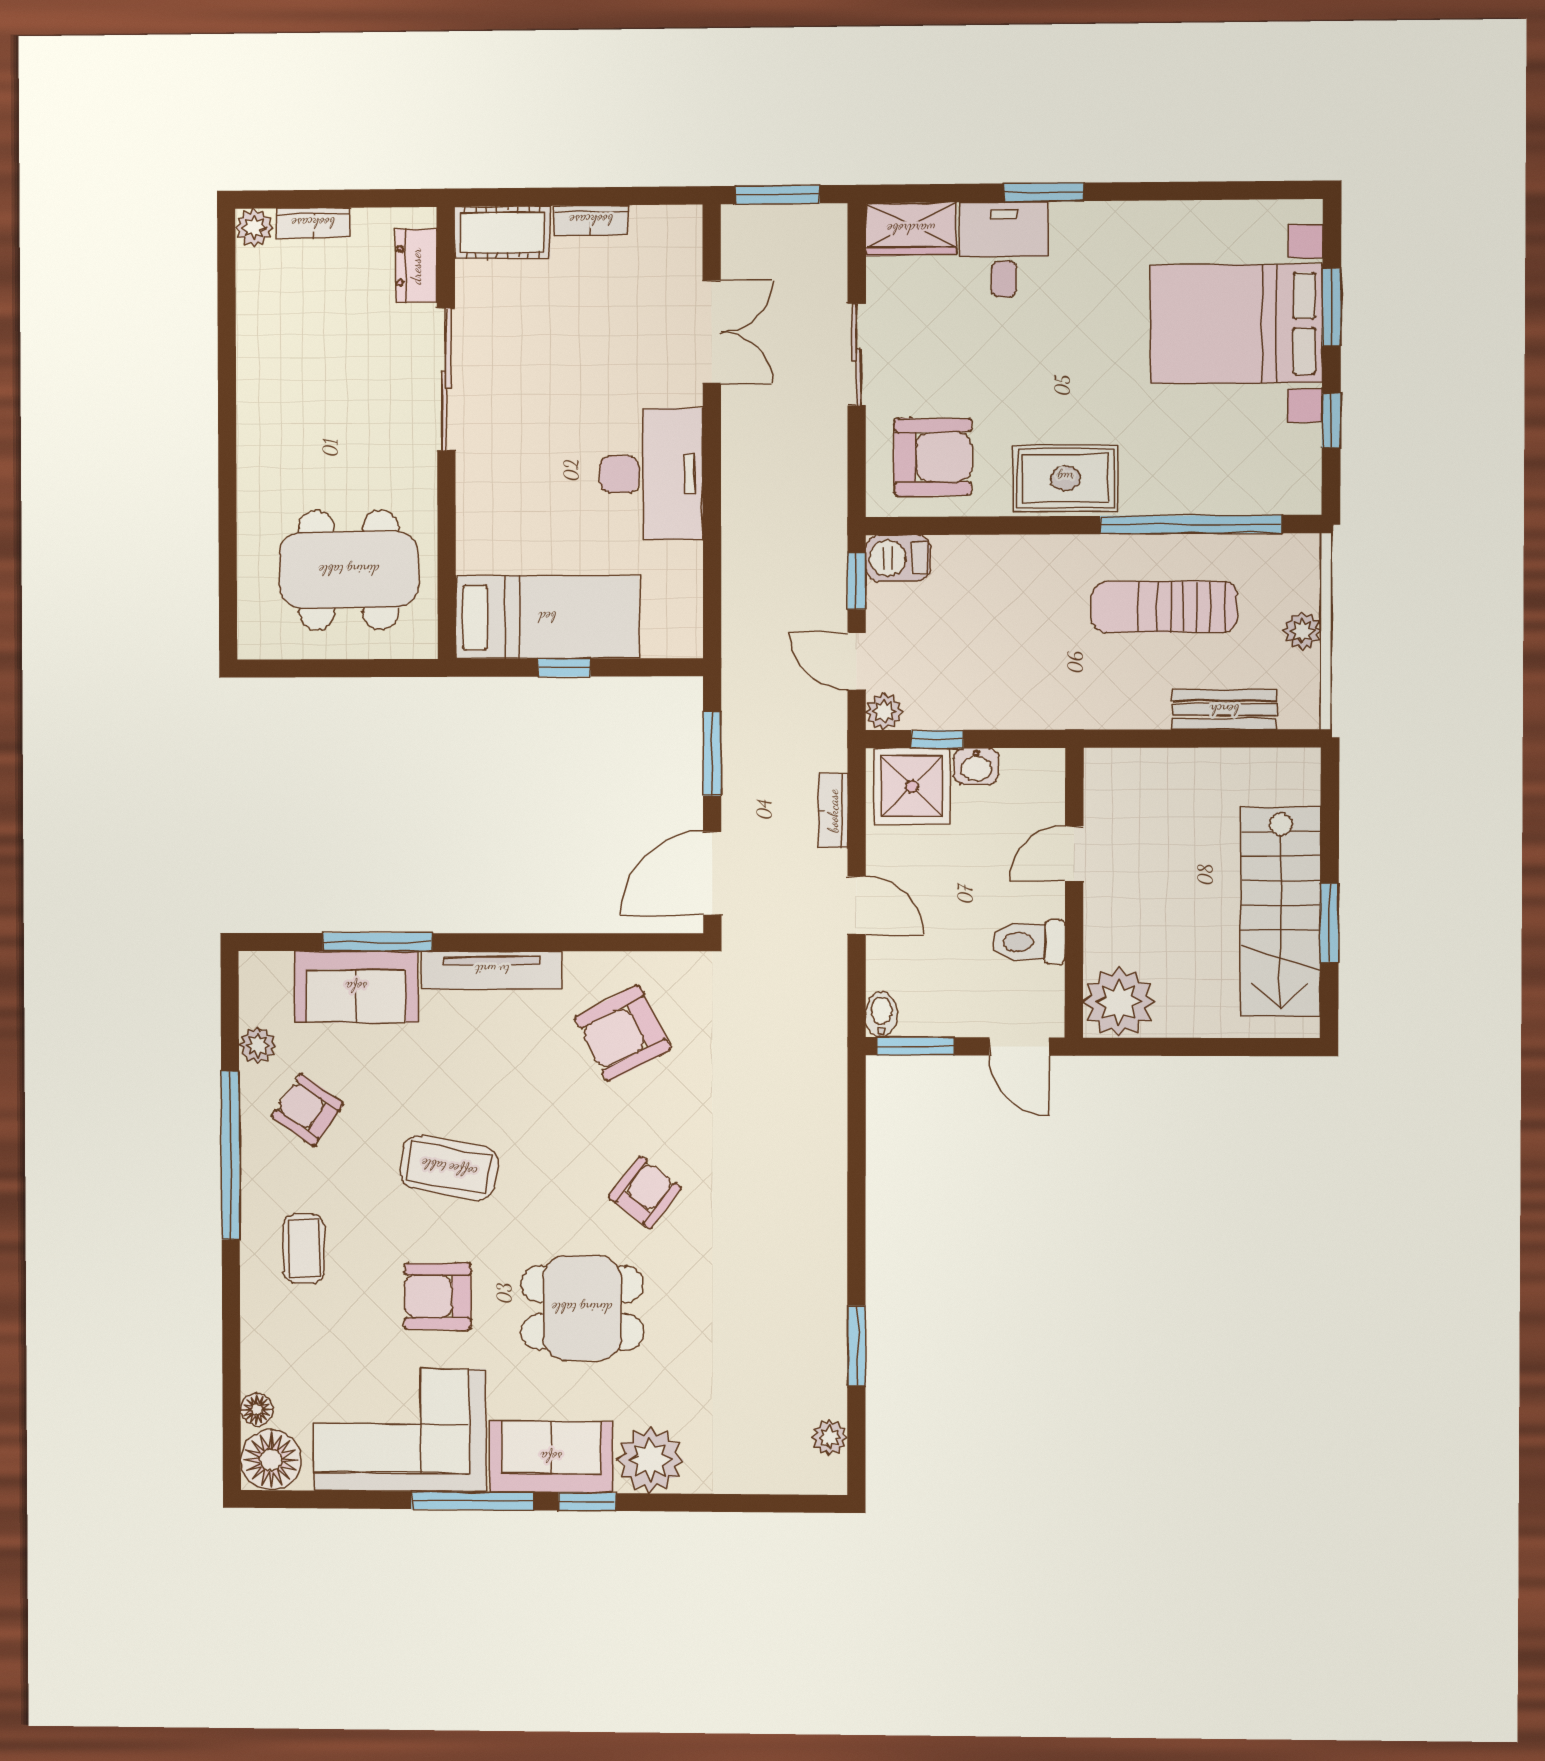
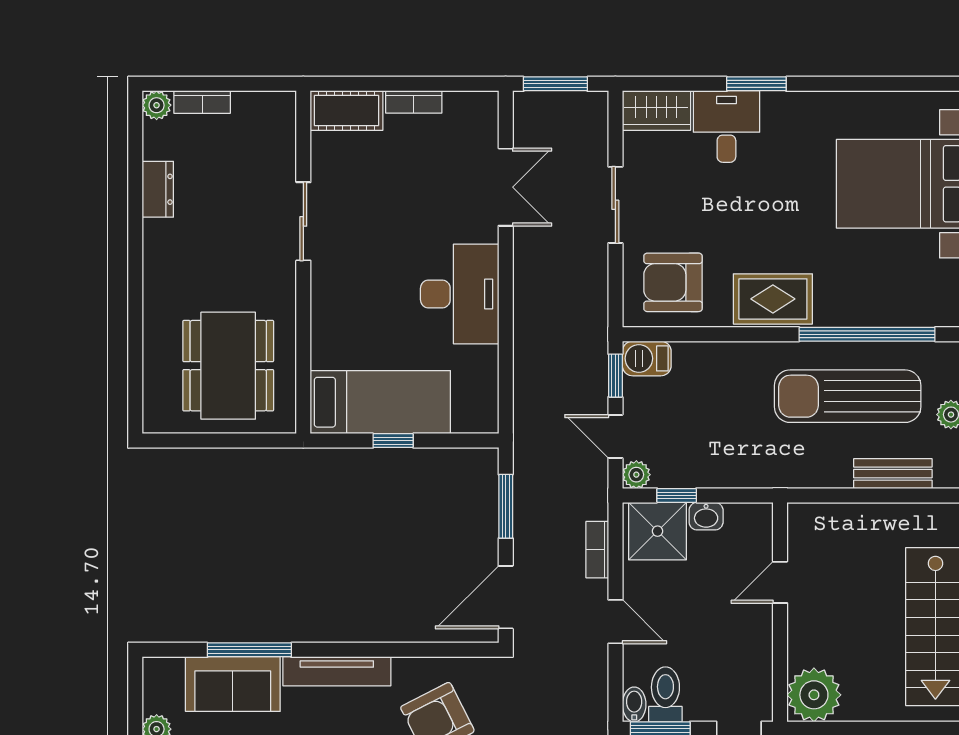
dresser: (416, 266) -> (158, 189), moved, turned 180
sliding door: (446, 379) -> (303, 221), width x0.73
armchair: (933, 457) -> (673, 282), turned 180
dining table: (349, 570) -> (228, 366), turned 90
sun lounger: (1164, 607) -> (848, 396), width x1.36, depth x1.34
toilet: (1029, 942) -> (665, 694), moved, turned 90

